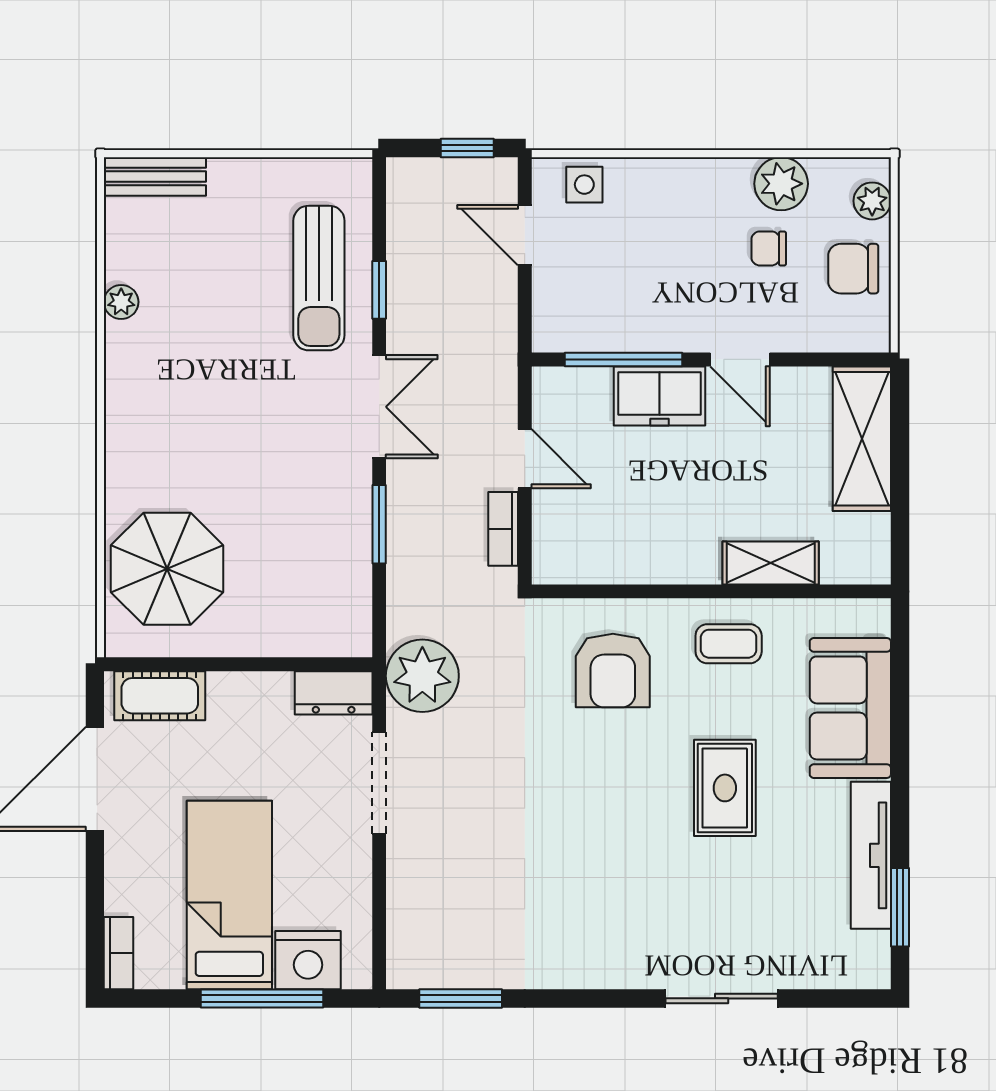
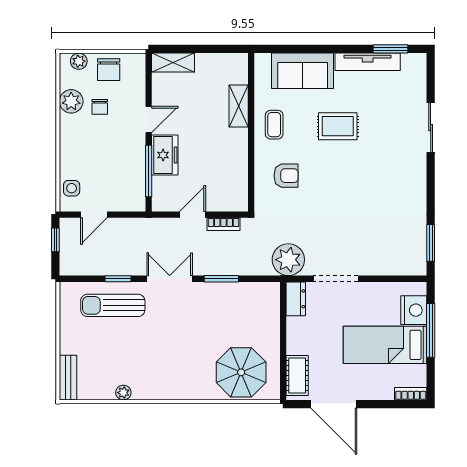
sun lounger: (319, 278) -> (113, 305), turned 180
shelving: (862, 439) -> (173, 63), width x0.67, depth x0.75
armchair: (613, 671) -> (286, 176), width x0.72, depth x0.72

